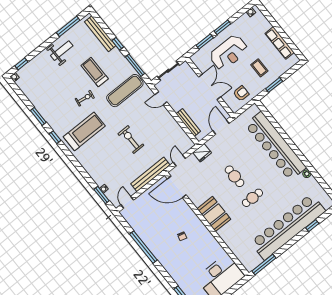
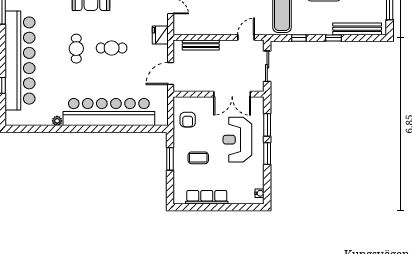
window: (135, 65) -> (299, 38), width x0.46
double door: (210, 87) -> (232, 94), moved
door: (221, 127) -> (171, 73), swing flipped

